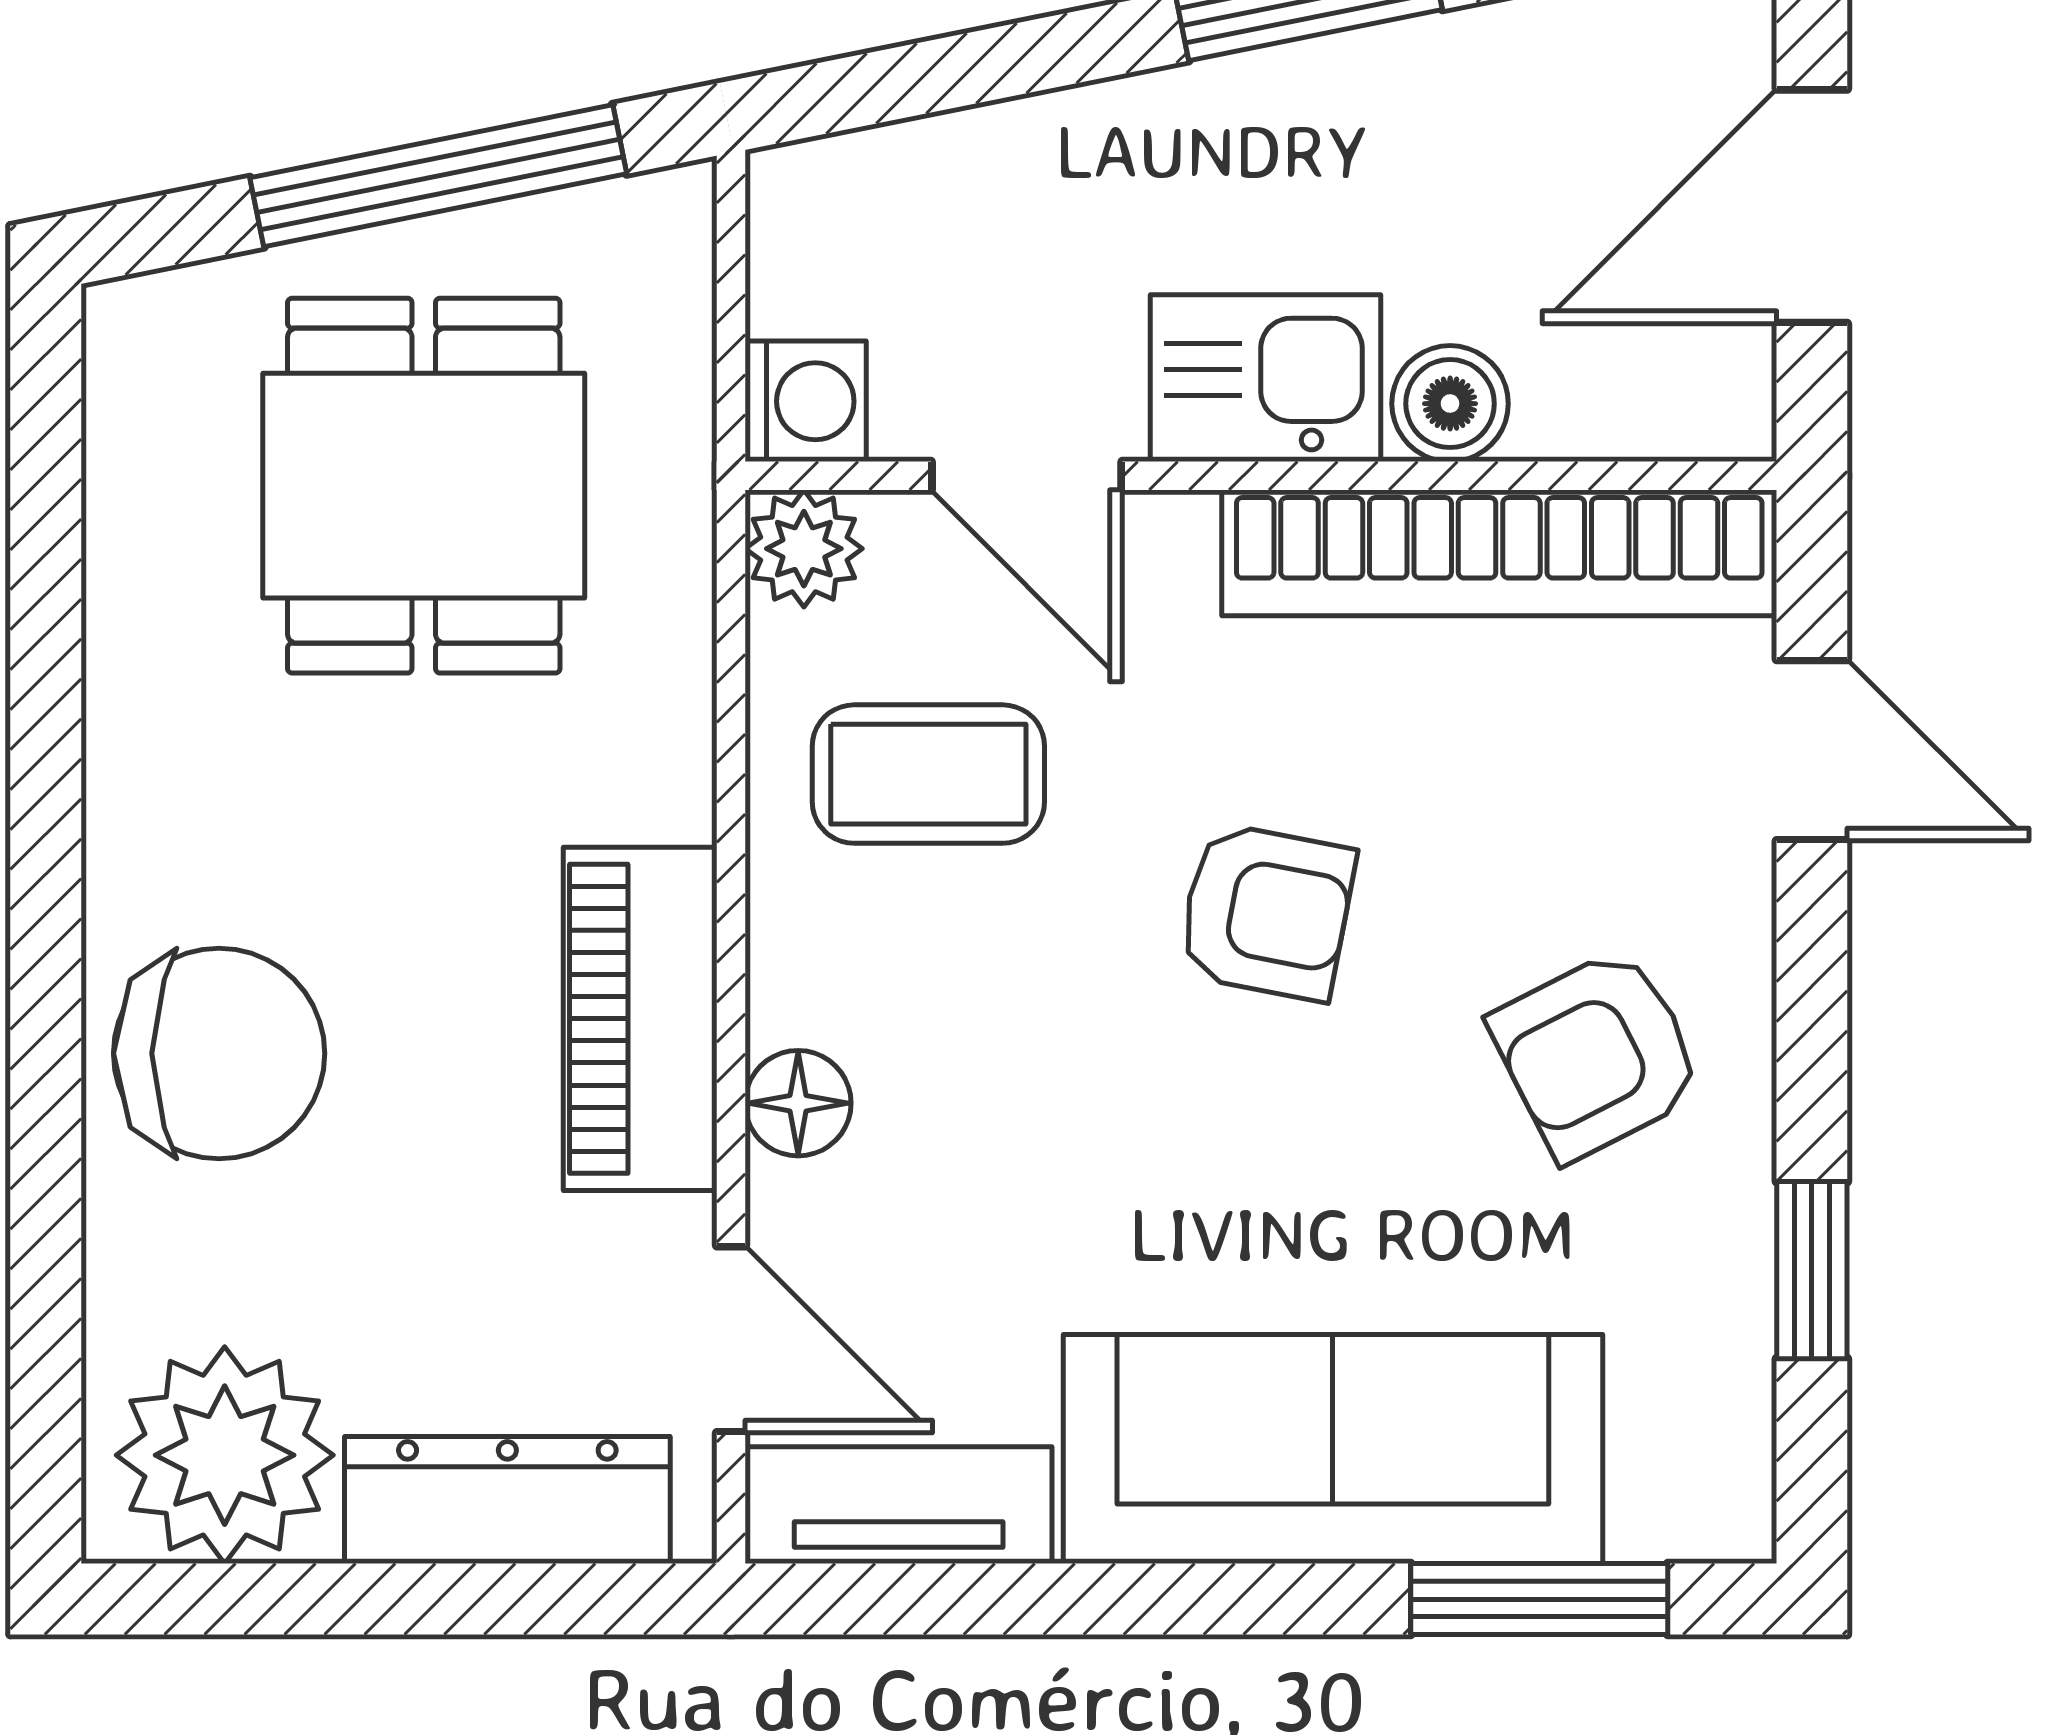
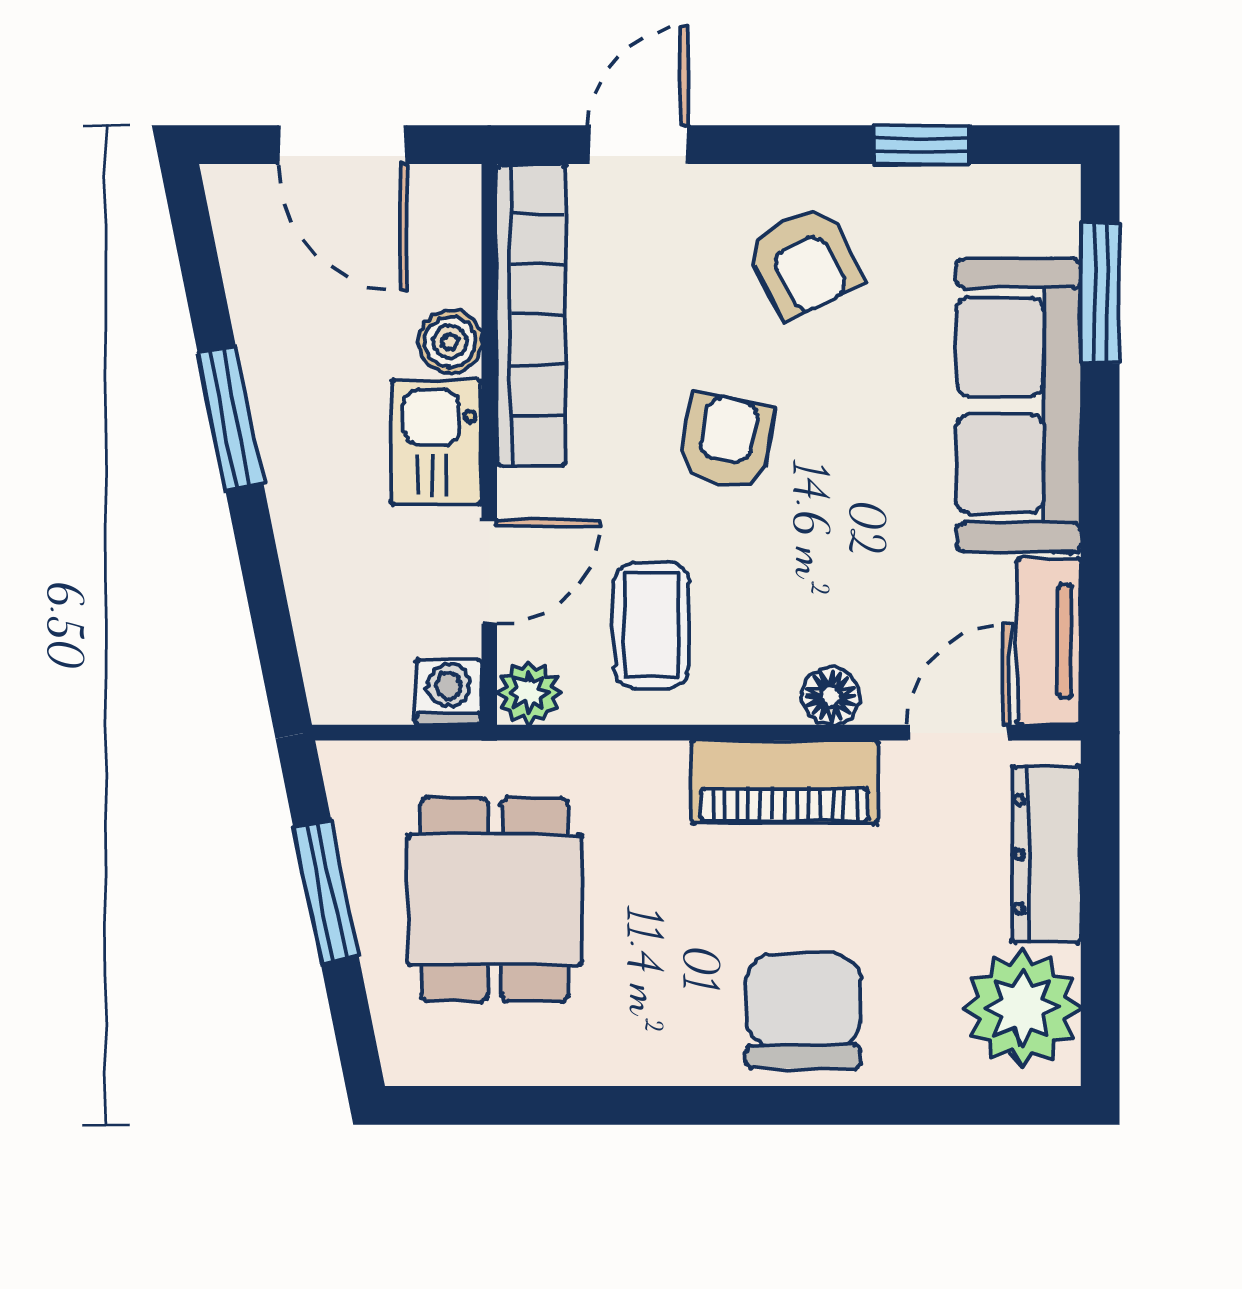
window: (438, 176) -> (326, 892), width x0.69
dining table: (424, 486) -> (495, 900), turned 90

